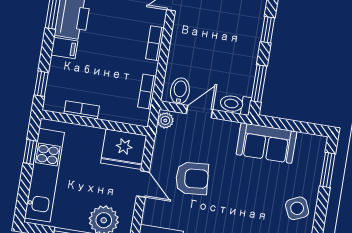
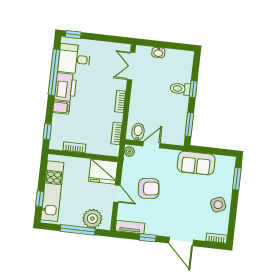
toilet: (235, 104) -> (180, 89), moved
window: (30, 152) -> (40, 199), moved

